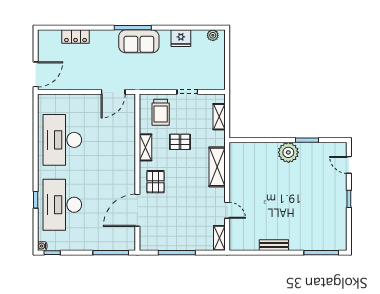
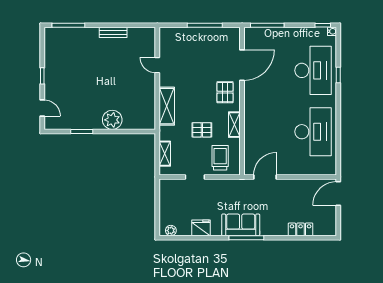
plant: (288, 152) -> (112, 120), moved
shelving: (219, 238) -> (165, 39), removed

